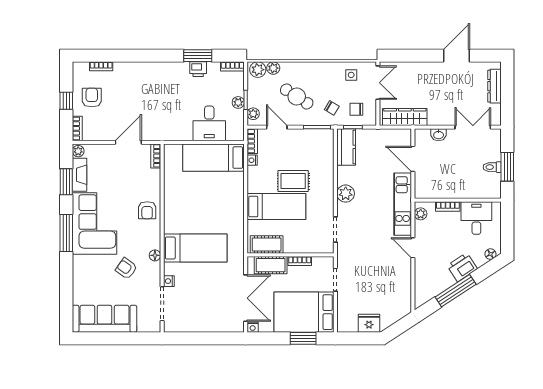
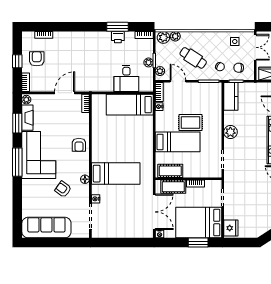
fridge: (369, 323) -> (231, 228), moved, turned 90

